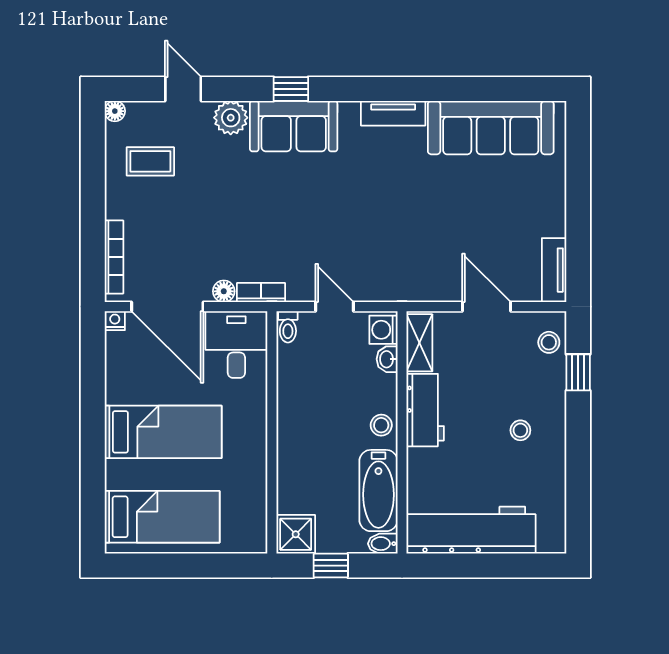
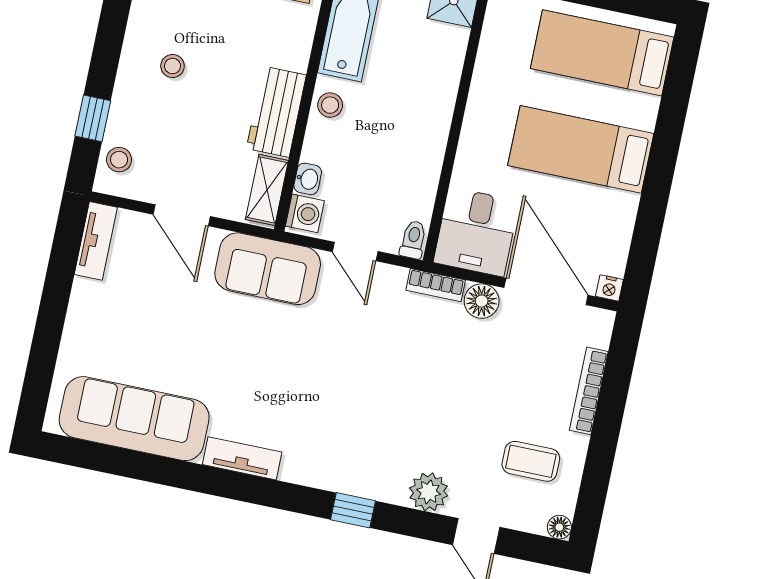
sofa: (294, 126) -> (268, 269), moved, turned 180
bookcase: (114, 257) -> (589, 391), moved
floor lamp: (224, 291) -> (482, 301), width x1.37, depth x1.37

